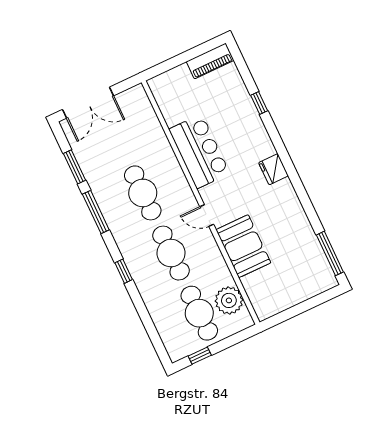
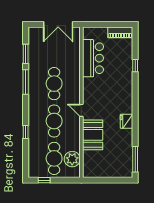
double door: (88, 103) -> (58, 24), moved
bar counter: (199, 151) -> (93, 58), moved
fridge: (273, 169) -> (126, 121), moved
window: (124, 271) -> (26, 132), moved

